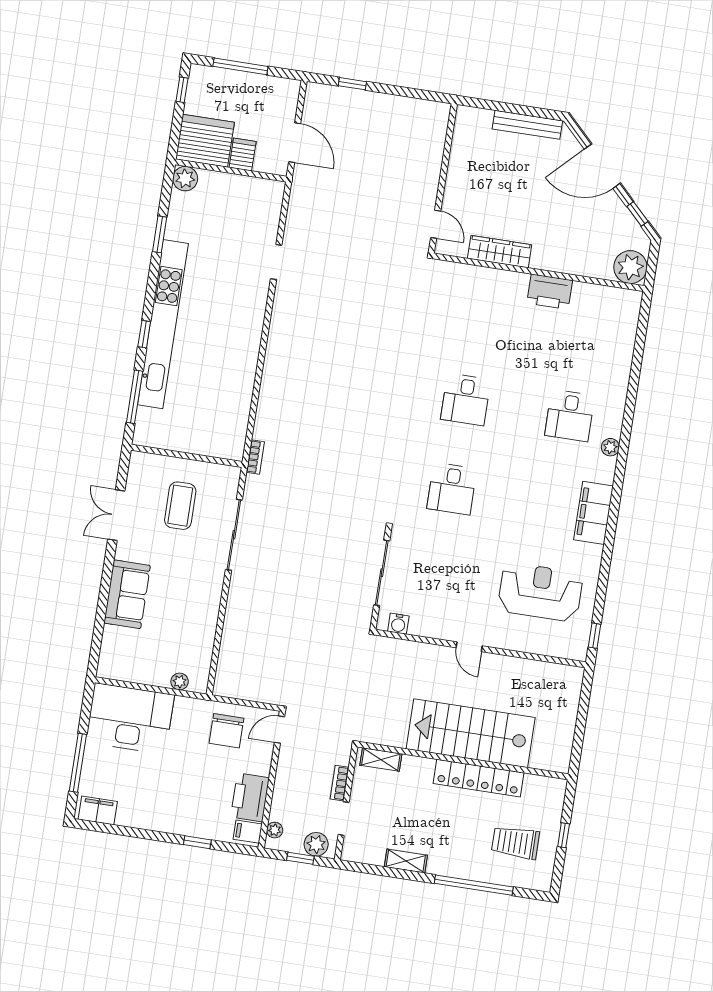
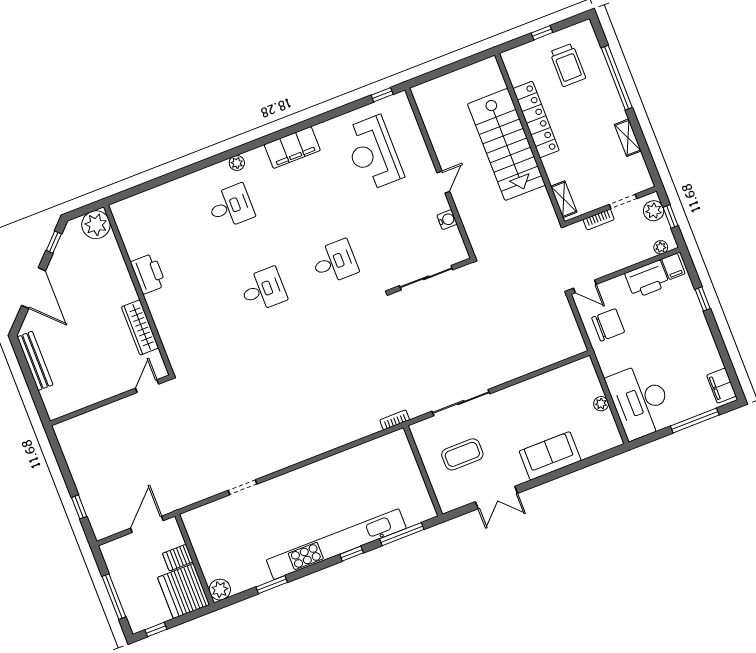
water cooler: (398, 624) -> (447, 220), moved
plant: (180, 682) -> (601, 404), moved

